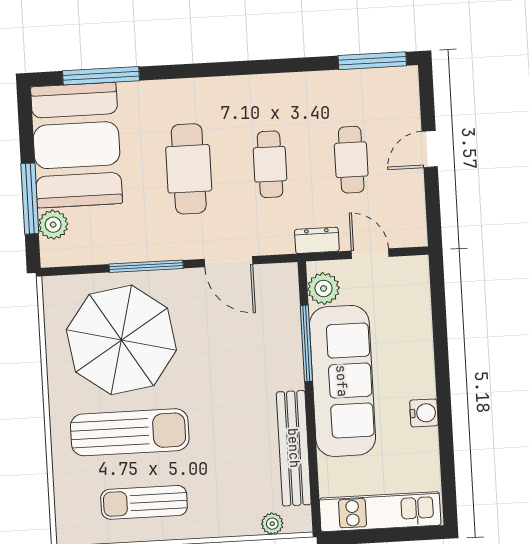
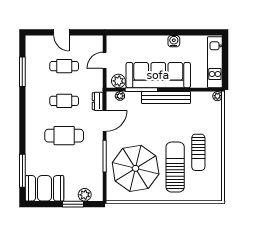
window: (372, 61) -> (22, 72), moved
booth: (77, 145) -> (44, 188), width x0.73, depth x0.70
window: (30, 199) -> (73, 204), width x0.69
dresser: (317, 240) -> (98, 101), moved
plant: (289, 294) -> (120, 96), added
bench: (294, 448) -> (166, 98), moved
sun lounger: (144, 502) -> (198, 152), moved
plant: (272, 524) -> (217, 96), moved

